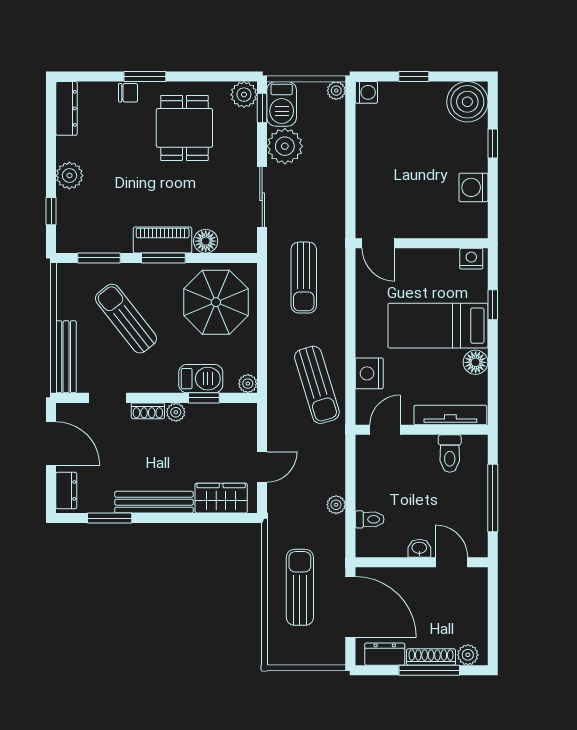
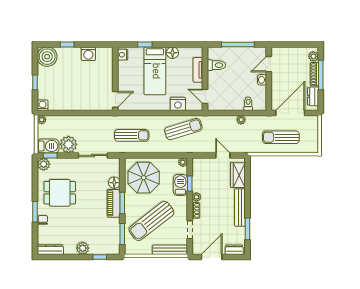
sun lounger: (126, 319) -> (151, 221), width x1.36, depth x1.34
tv unit: (450, 415) -> (198, 70), width x0.71

